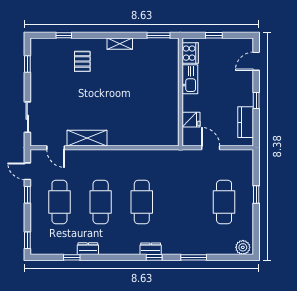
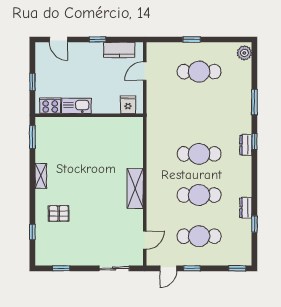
fridge: (191, 120) -> (128, 105), moved
shelving: (87, 138) -> (135, 188), moved
door: (211, 148) -> (145, 71), moved

